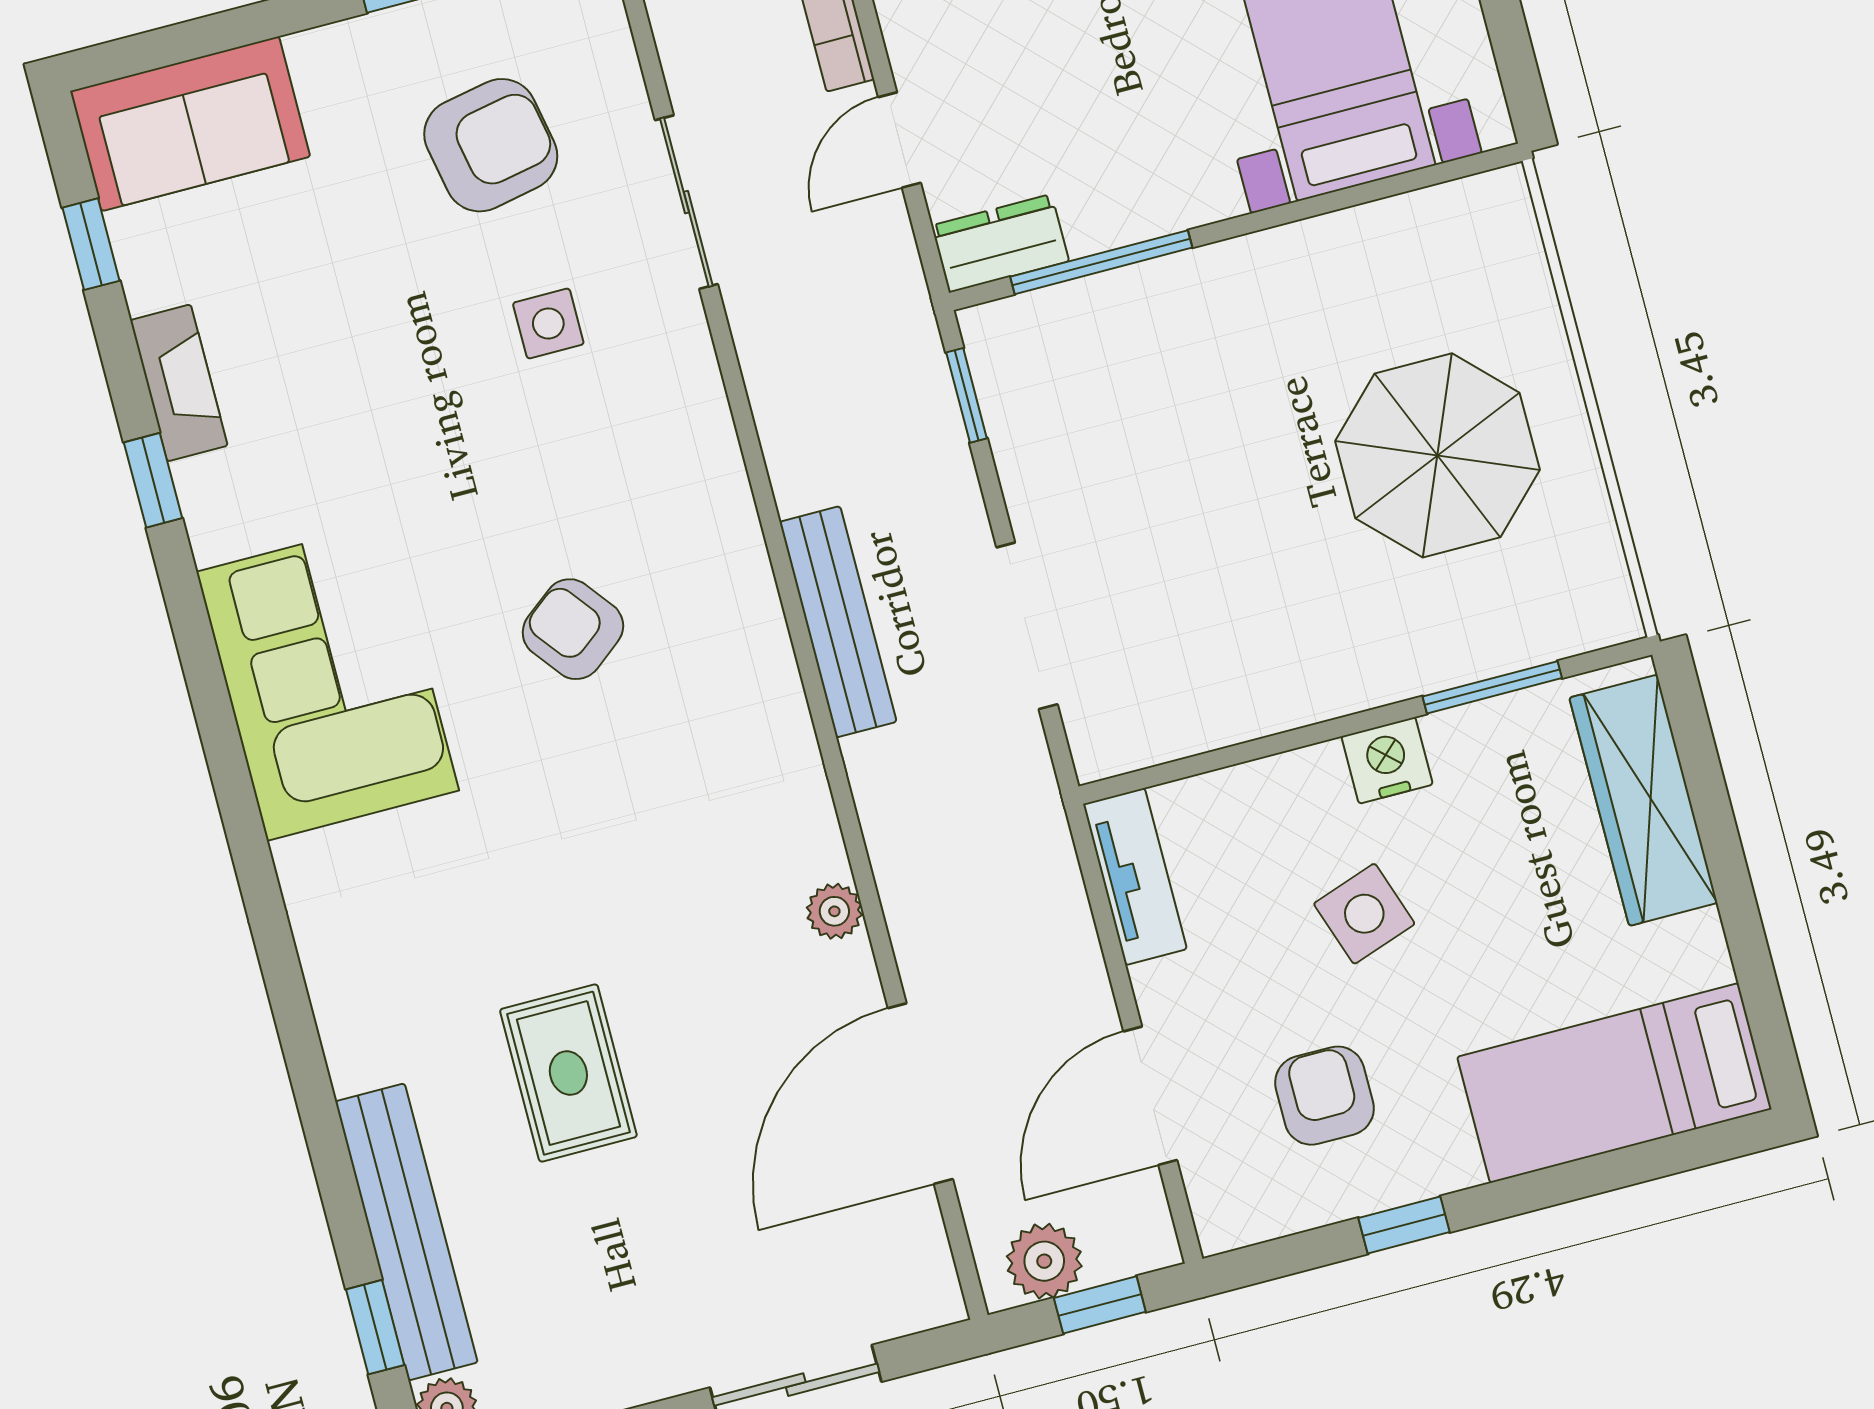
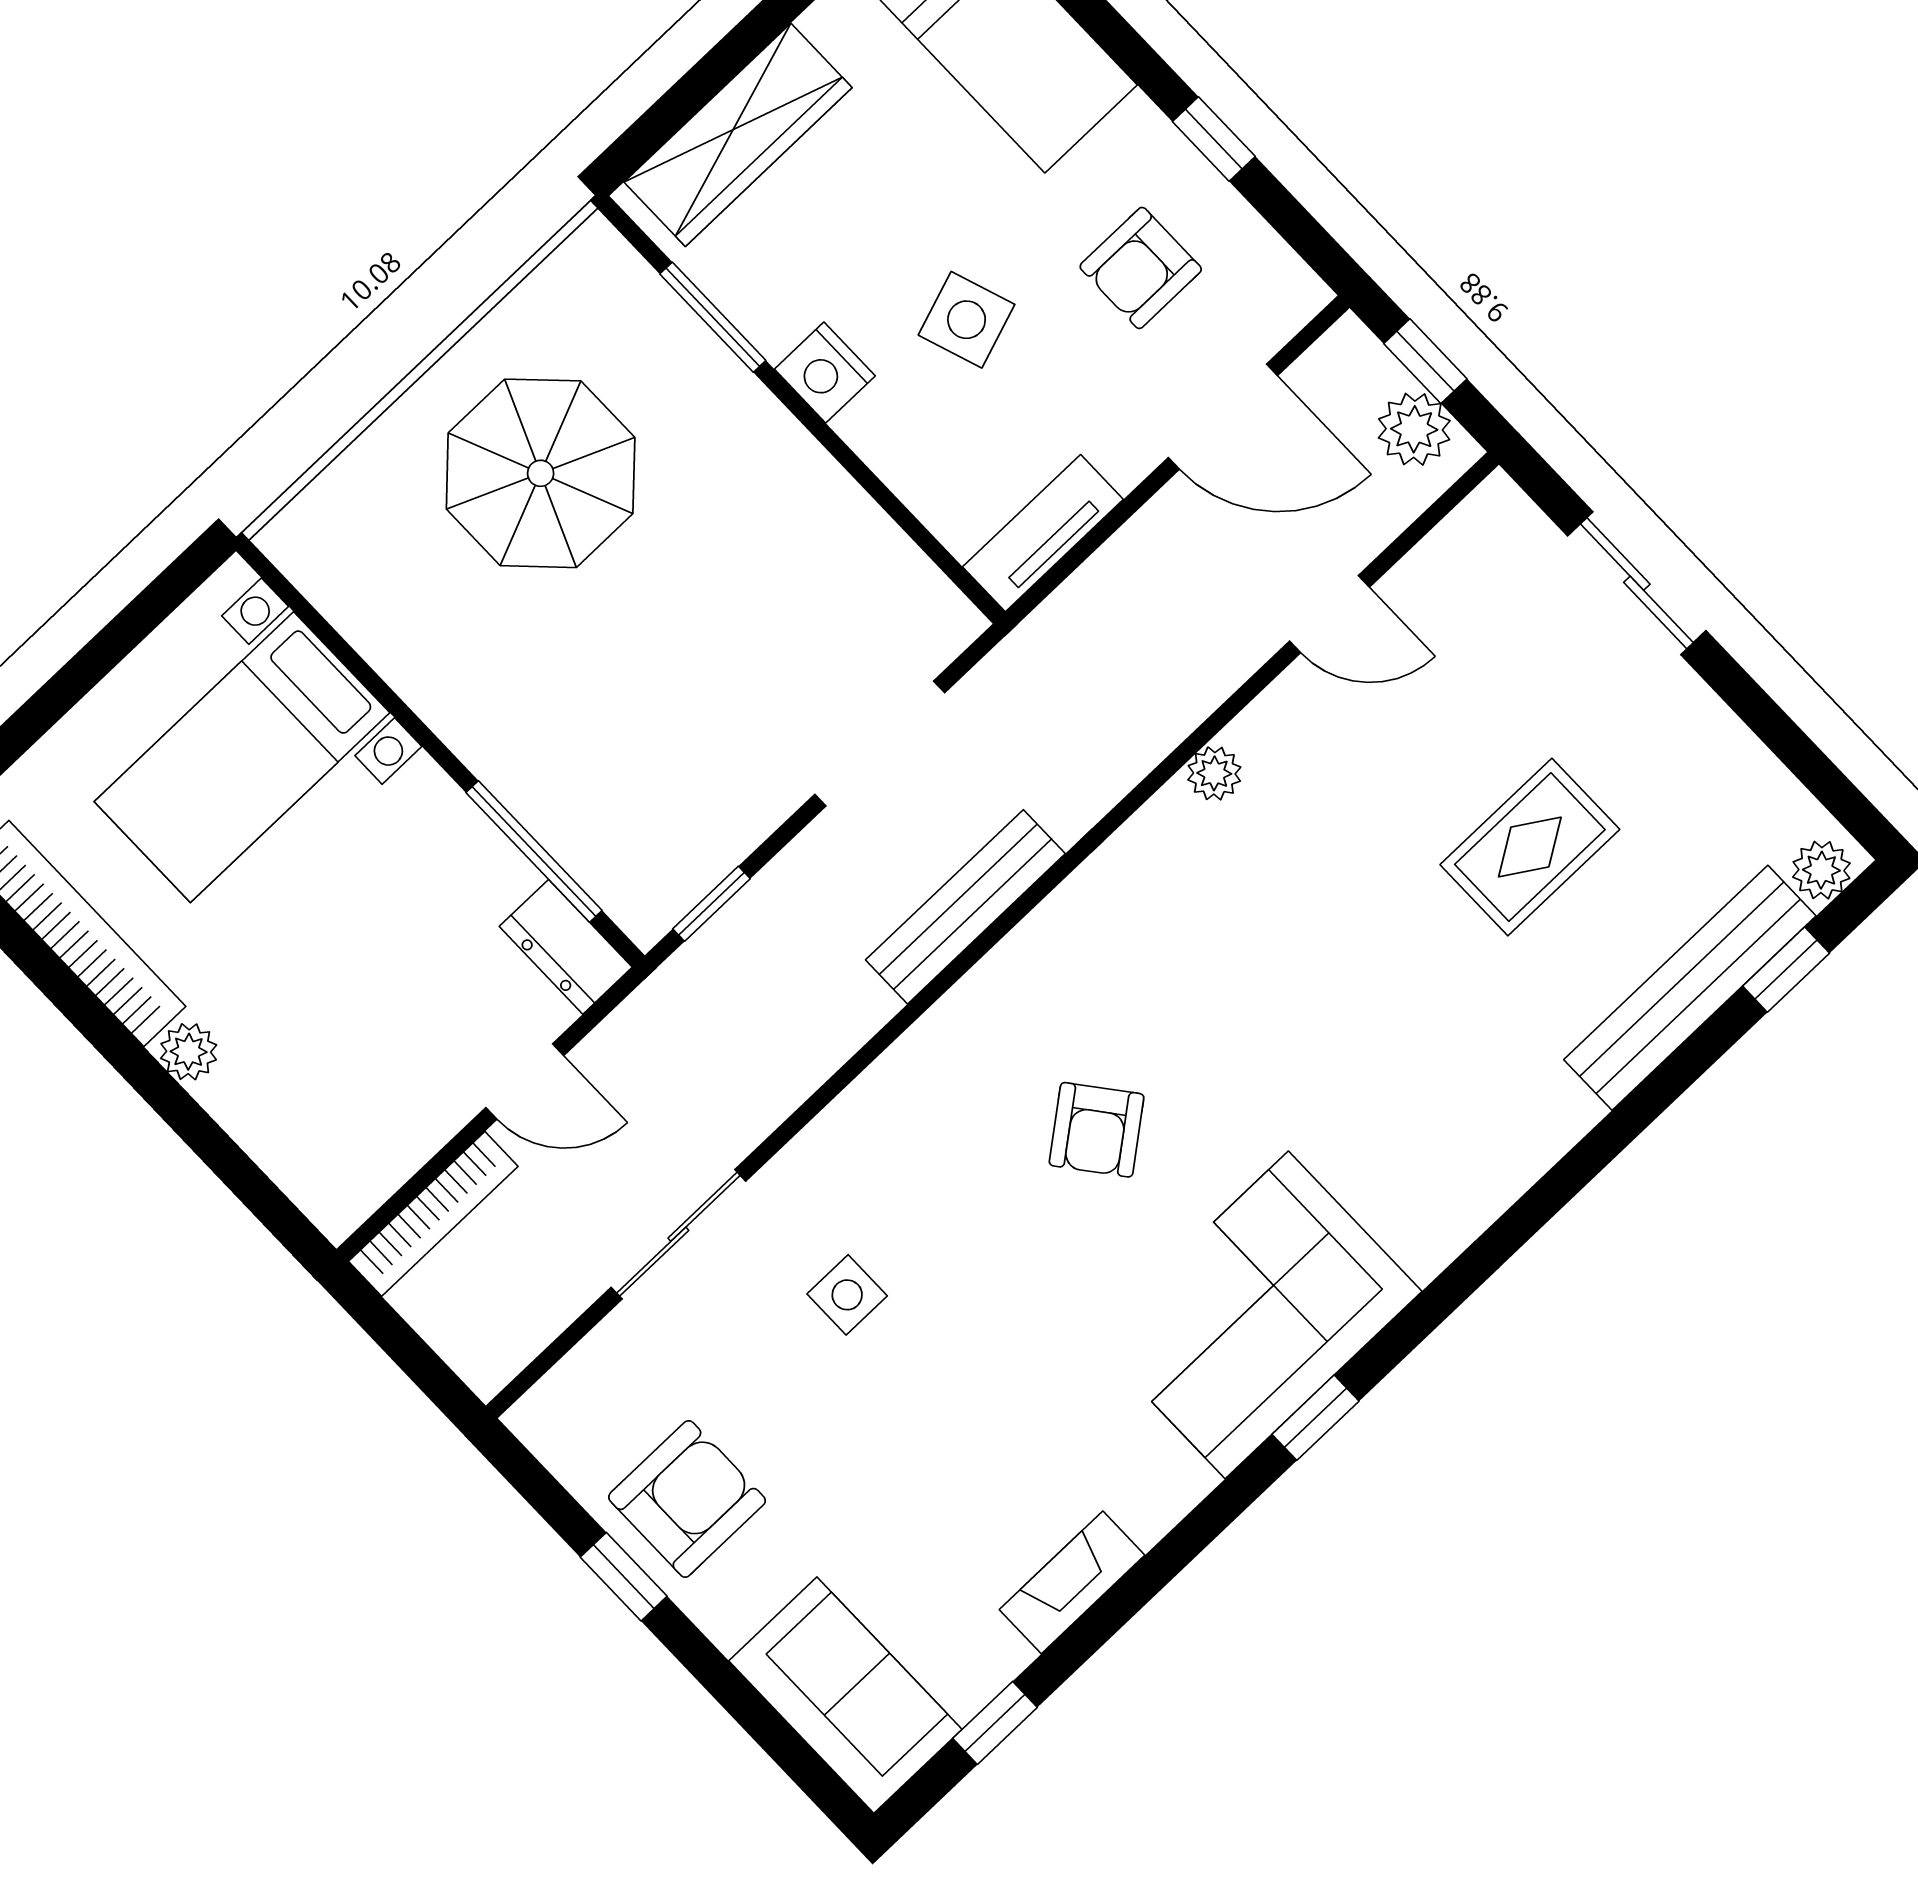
armchair: (491, 145) -> (687, 1499), moved, turned 101
window: (153, 480) -> (1315, 1418), moved
rug: (568, 1073) -> (1530, 847), moved
door: (920, 1094) -> (1330, 614), width x0.53

